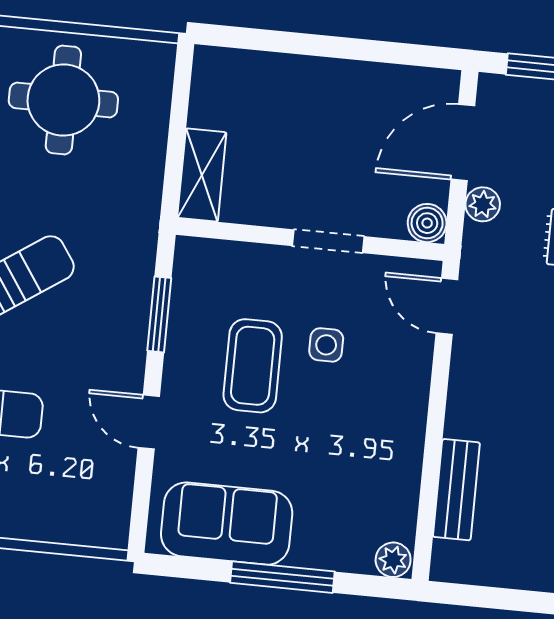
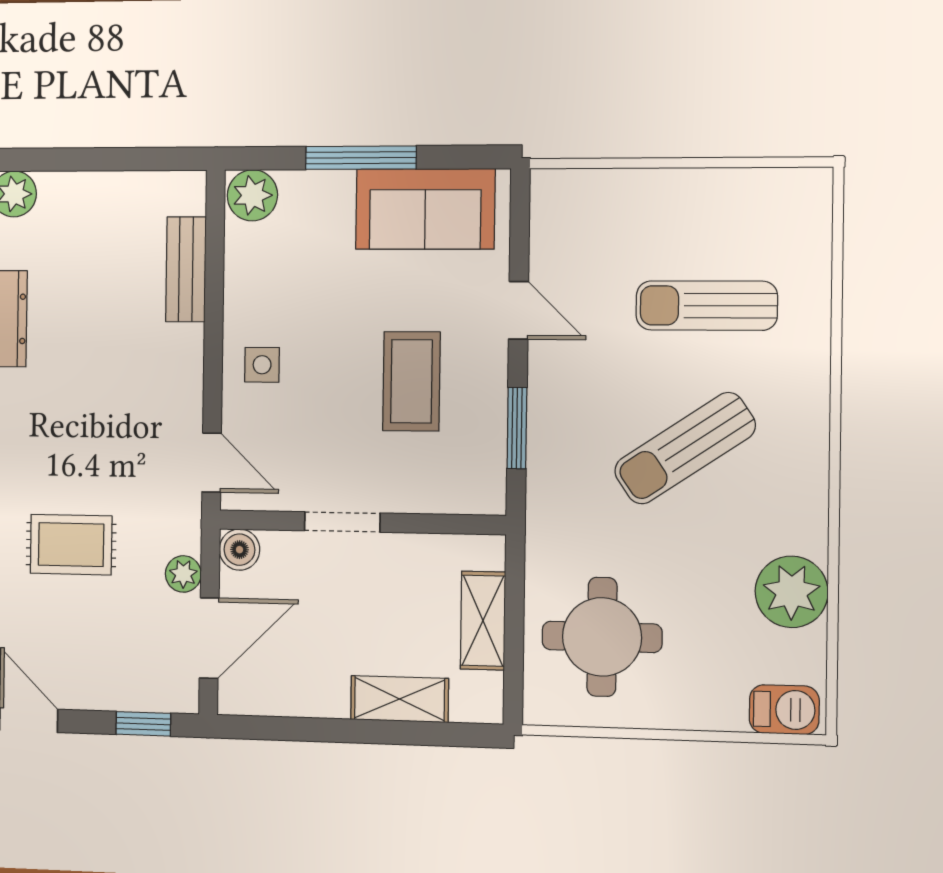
shelving: (288, 74) -> (400, 699), added
round table: (63, 100) -> (602, 637), moved
shelving: (202, 175) -> (483, 621), moved
side table: (326, 345) -> (262, 365), moved
plant: (393, 560) -> (252, 195), width x1.38, depth x1.38

